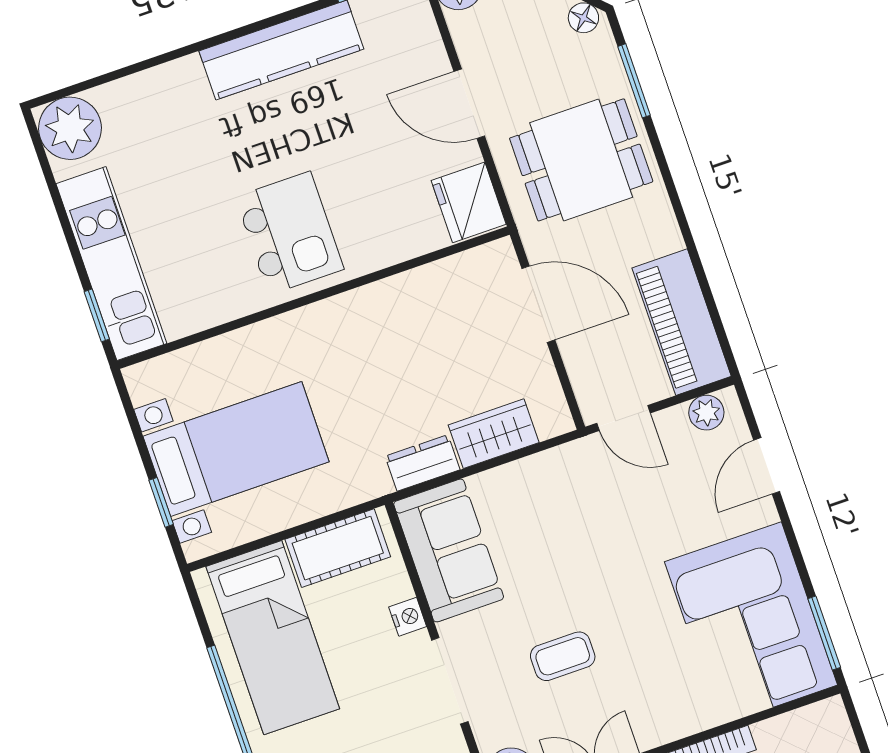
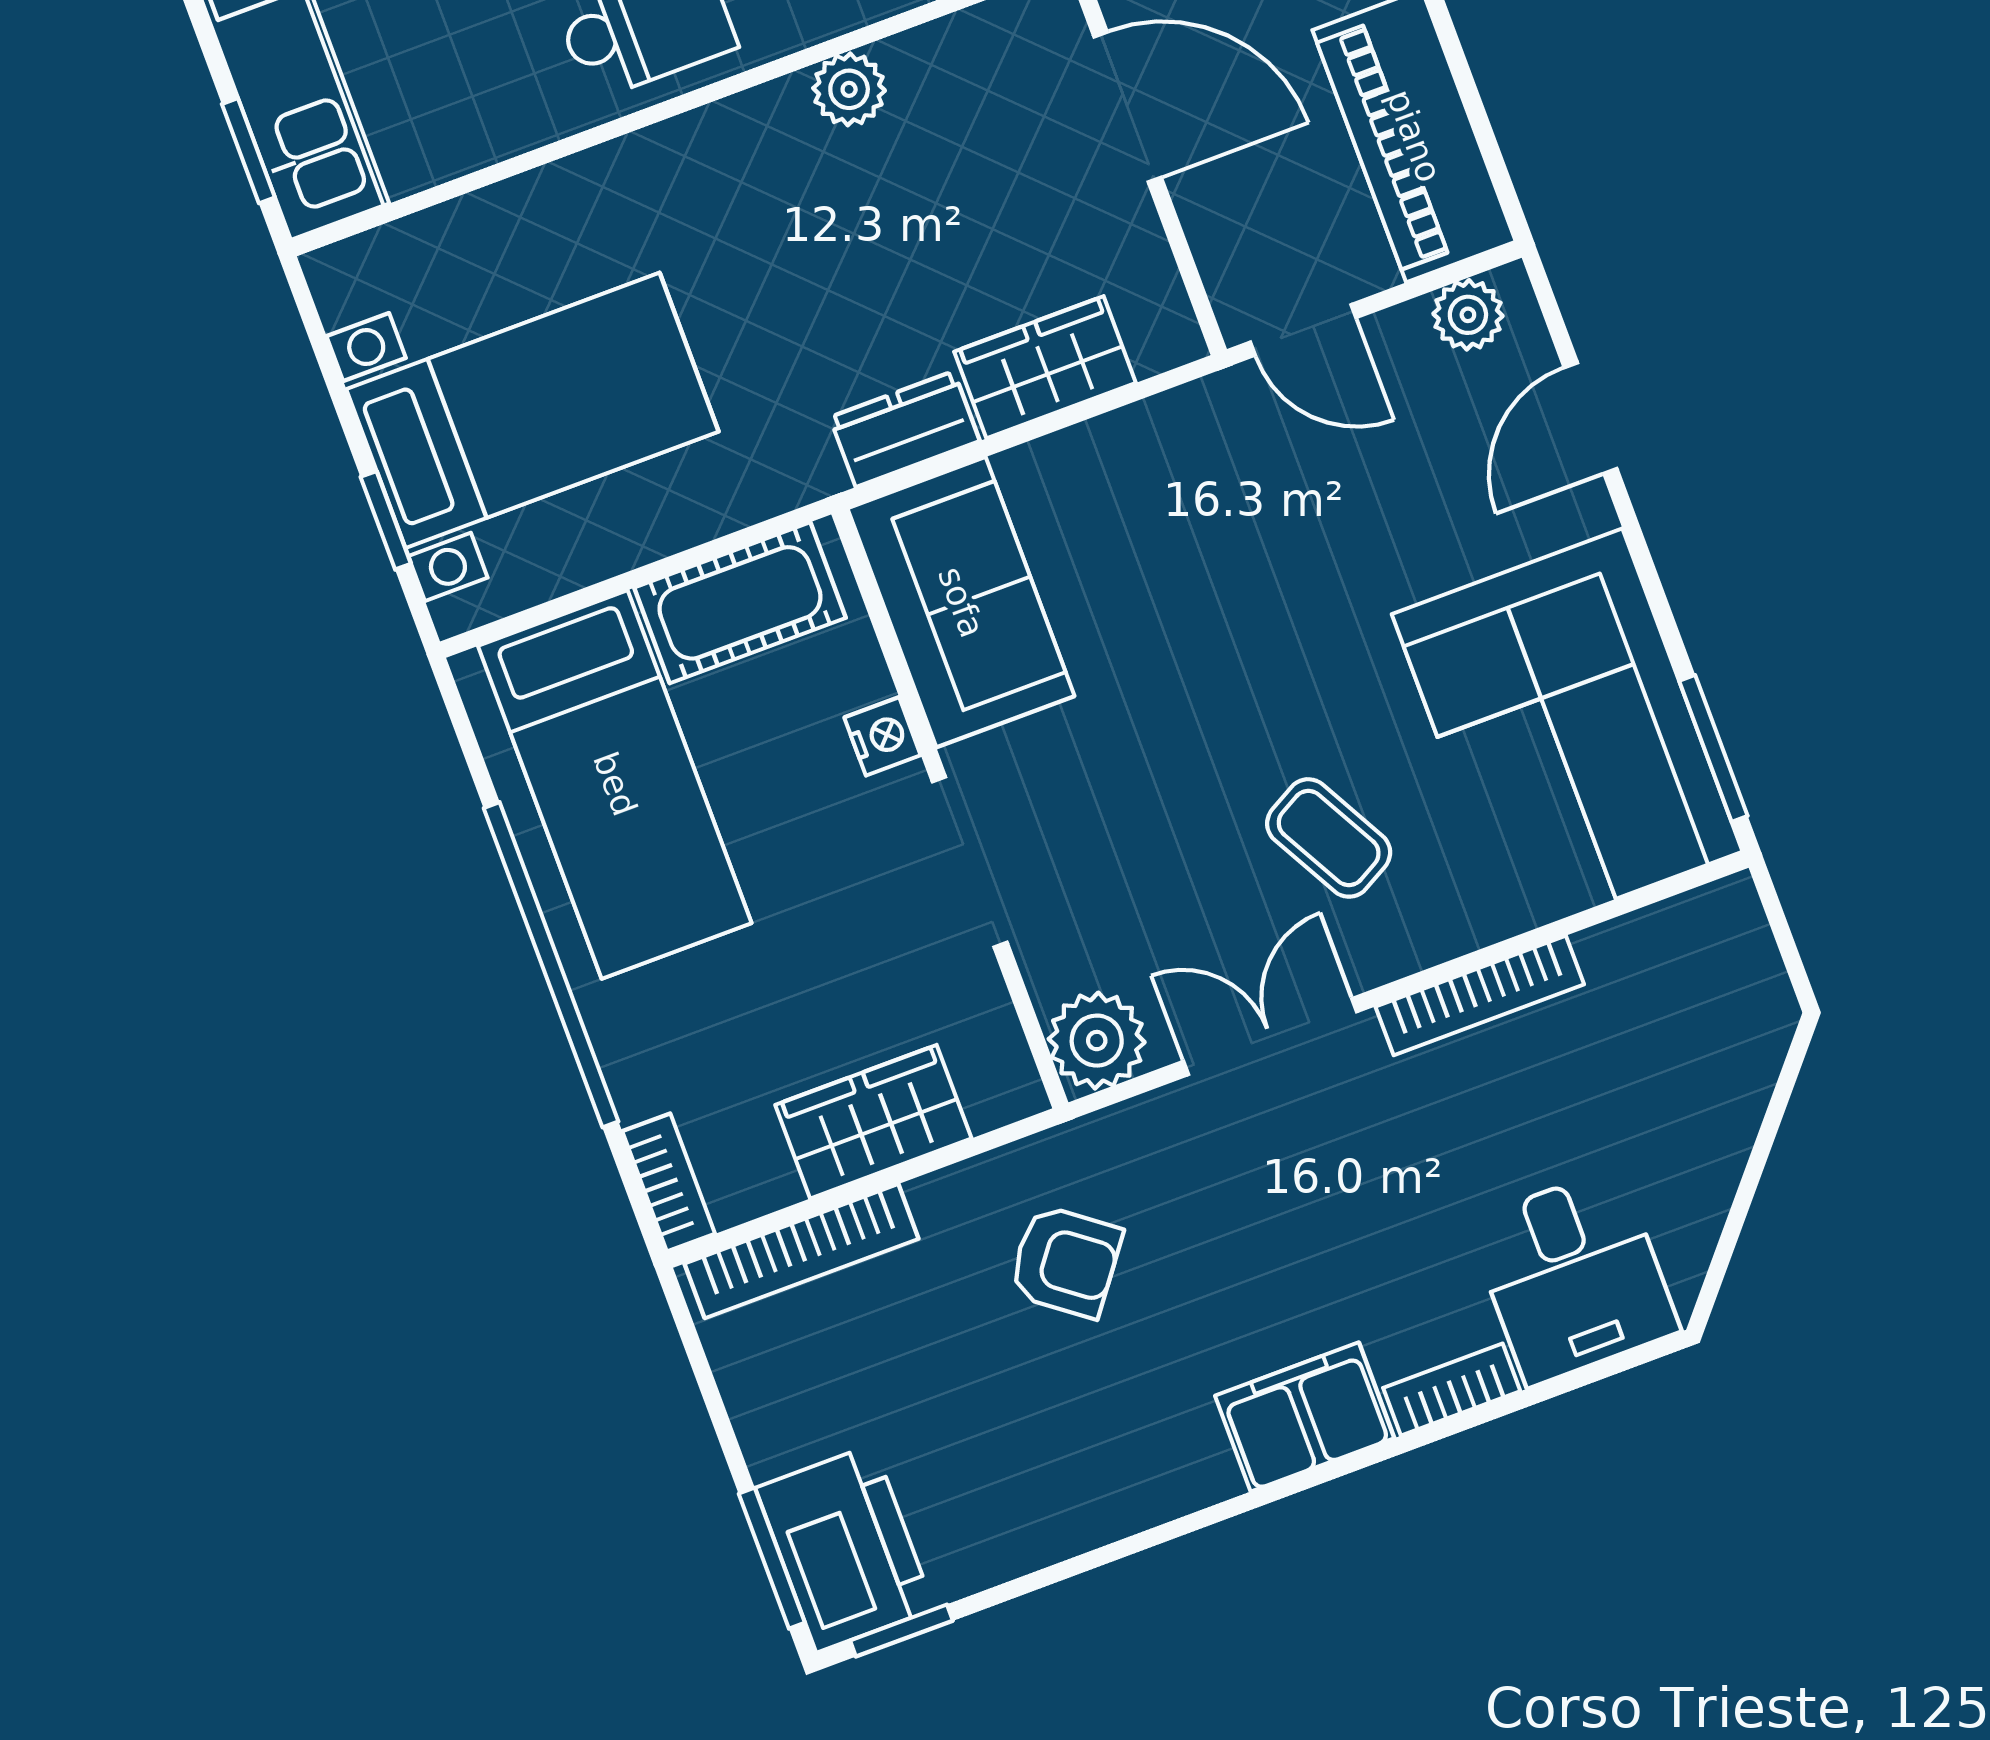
plant: (399, 292) -> (849, 89), added
coffee table: (563, 656) -> (1329, 838), moved, turned 61

